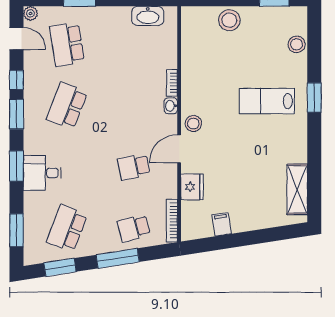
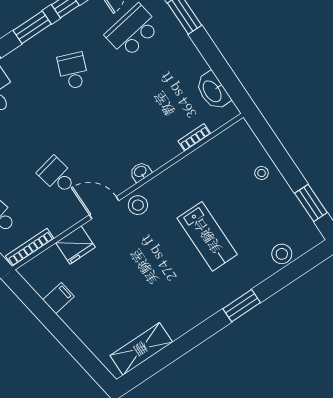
stool: (229, 20) -> (262, 173), width x0.53, depth x0.53
bookcase: (172, 83) -> (194, 137), moved
lab bench: (267, 101) -> (207, 236), moved, turned 180
school desk: (67, 106) -> (73, 71), width x0.54

